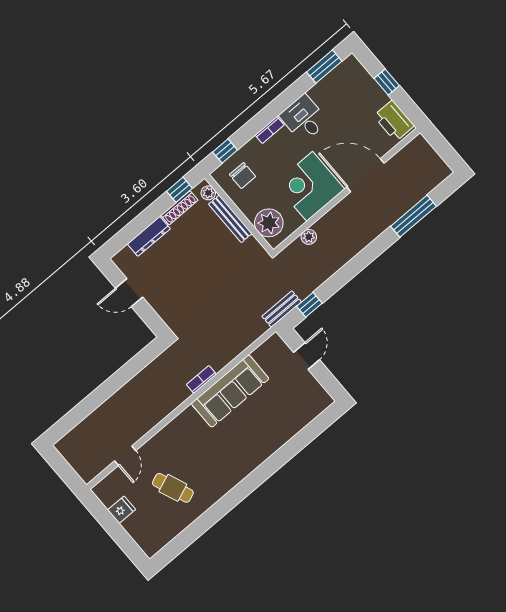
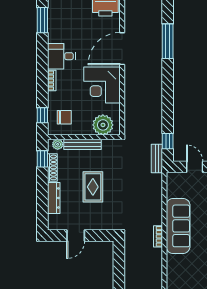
plant: (309, 237) -> (130, 109), removed
rug: (195, 267) -> (93, 187), added

